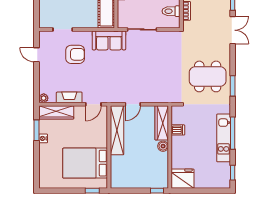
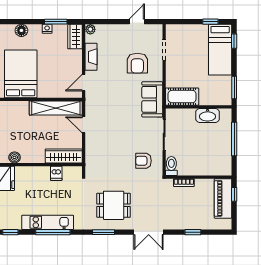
toilet: (171, 11) -> (171, 166), moved
double door: (233, 30) -> (149, 232), moved
armchair: (166, 49) -> (144, 161), added
dining table: (208, 76) -> (114, 205), width x0.73
door: (93, 104) -> (84, 83), hinge flipped
wardrobe: (56, 112) -> (75, 37), width x0.67
boiler: (163, 146) -> (15, 157), moved
floor lamp: (45, 162) -> (21, 30), added

